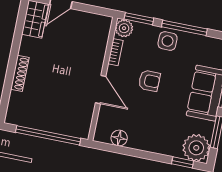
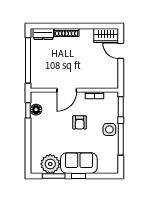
plant: (124, 28) -> (112, 98), removed
dresser: (15, 106) -> (43, 34), added
plant: (196, 148) -> (50, 164), moved
window: (183, 162) -> (28, 110), moved

